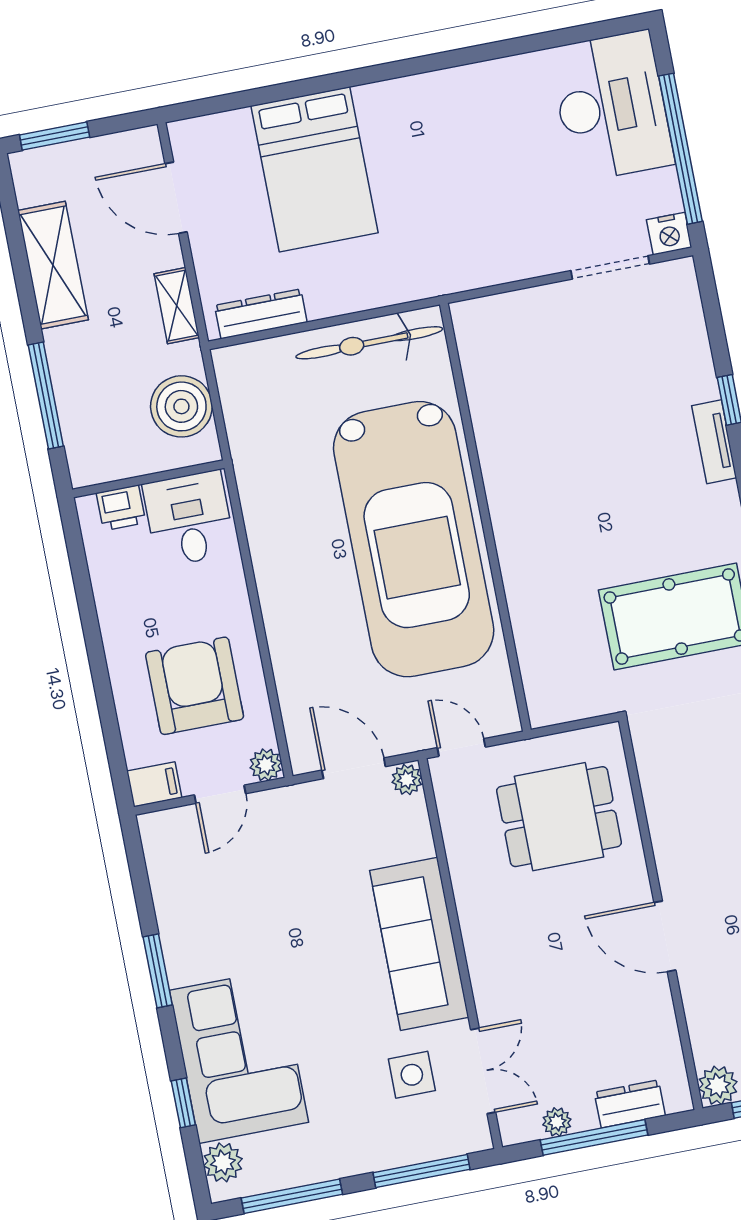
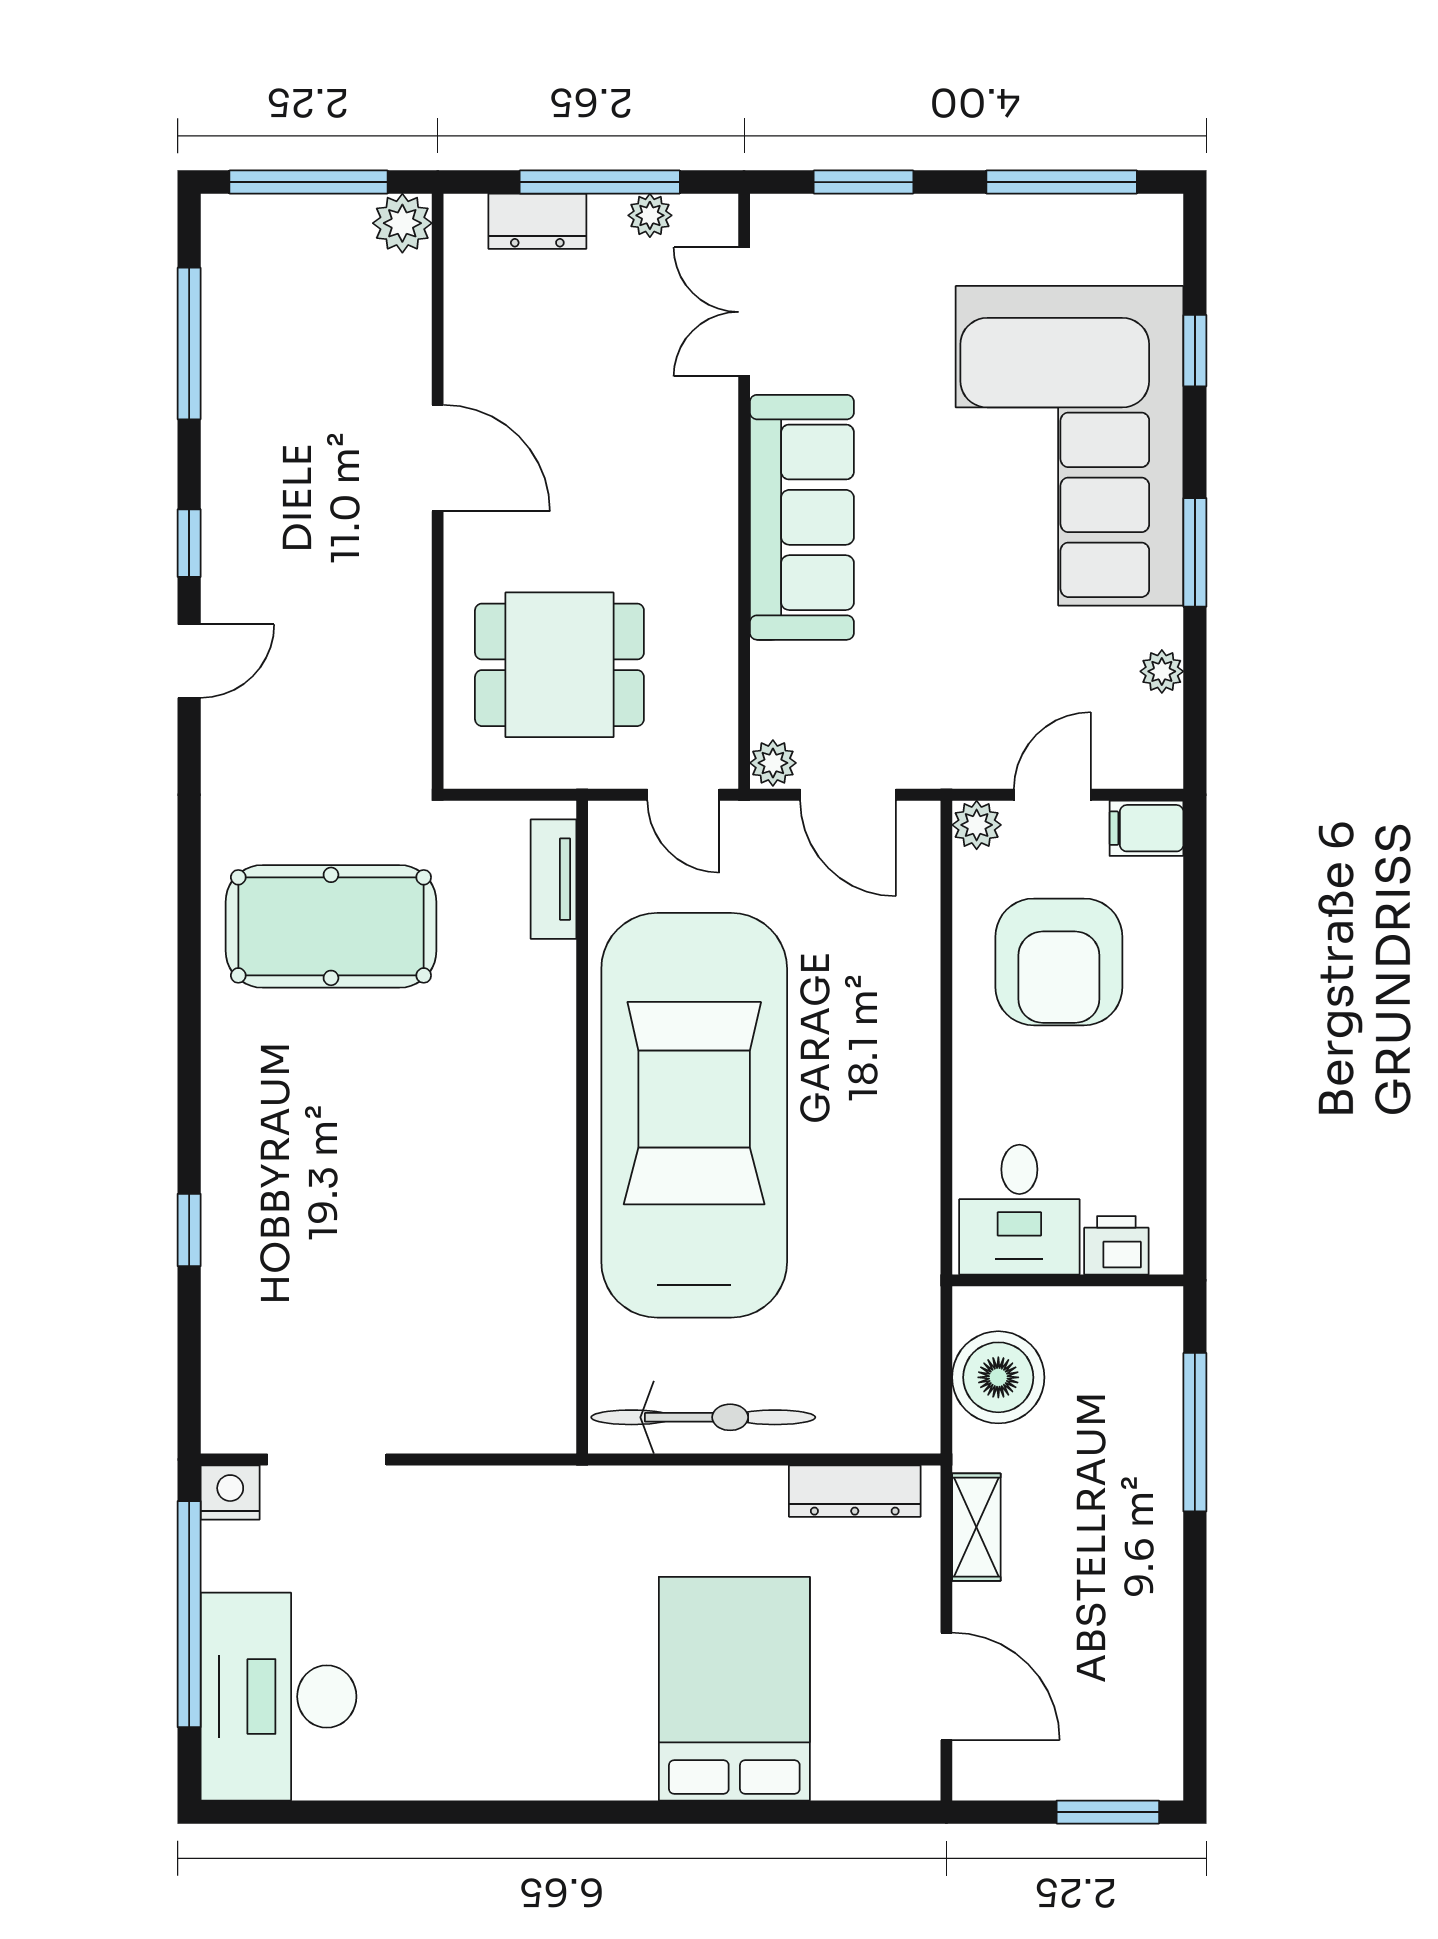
shelving: (53, 265) -> (1147, 1622), removed
tv unit: (714, 442) -> (554, 879), moved, turned 180
corner sofa: (239, 1056) -> (1070, 446), width x1.36, depth x1.36
side table: (412, 1075) -> (850, 327), removed
plant: (223, 1162) -> (1162, 671), moved, width x0.73, depth x0.73
window: (421, 1171) -> (864, 182), width x0.69

